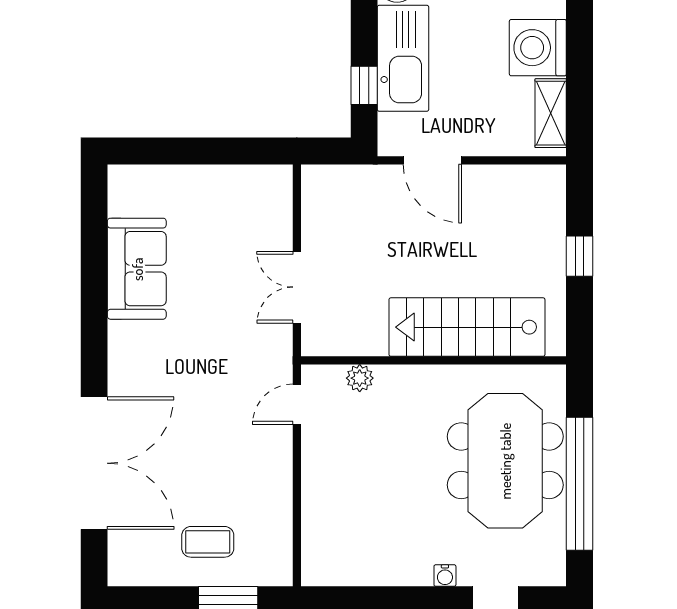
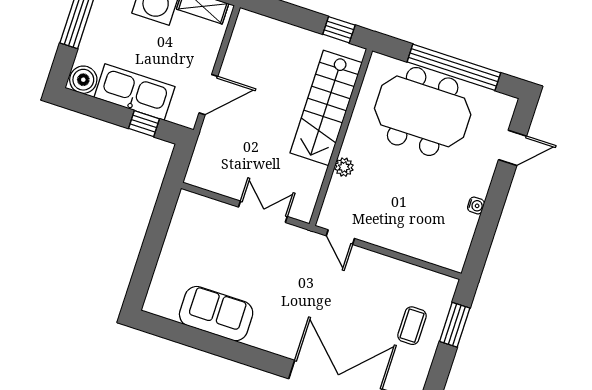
window: (579, 256) -> (339, 30), moved
double door: (297, 287) -> (263, 212), swing flipped
plant: (360, 378) -> (344, 167), moved
water cooler: (445, 576) -> (476, 205), moved

